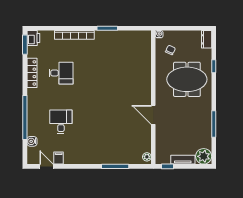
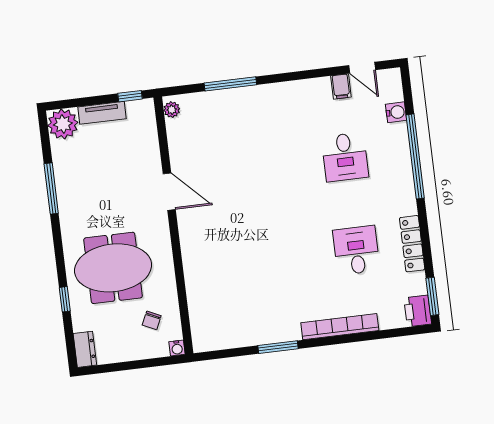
desk: (61, 73) -> (356, 250), turned 90

